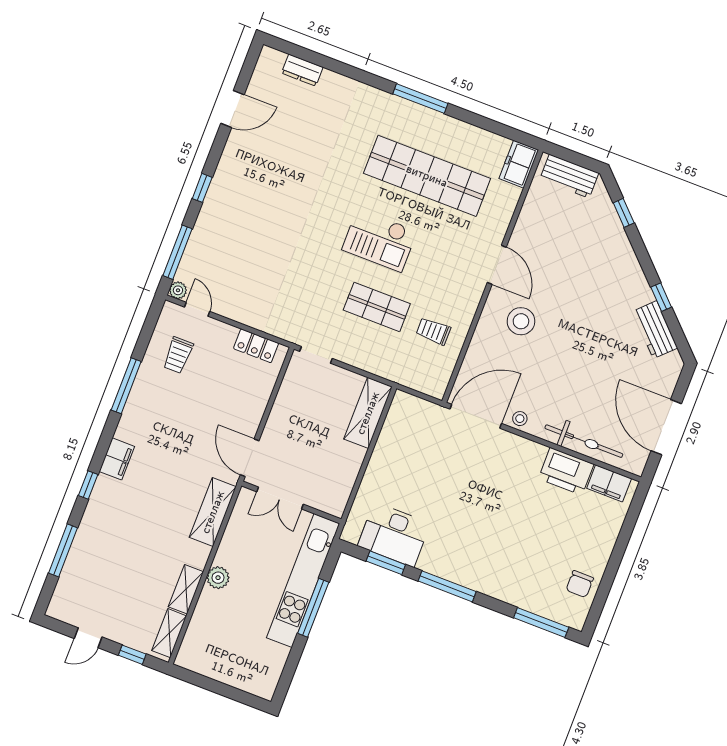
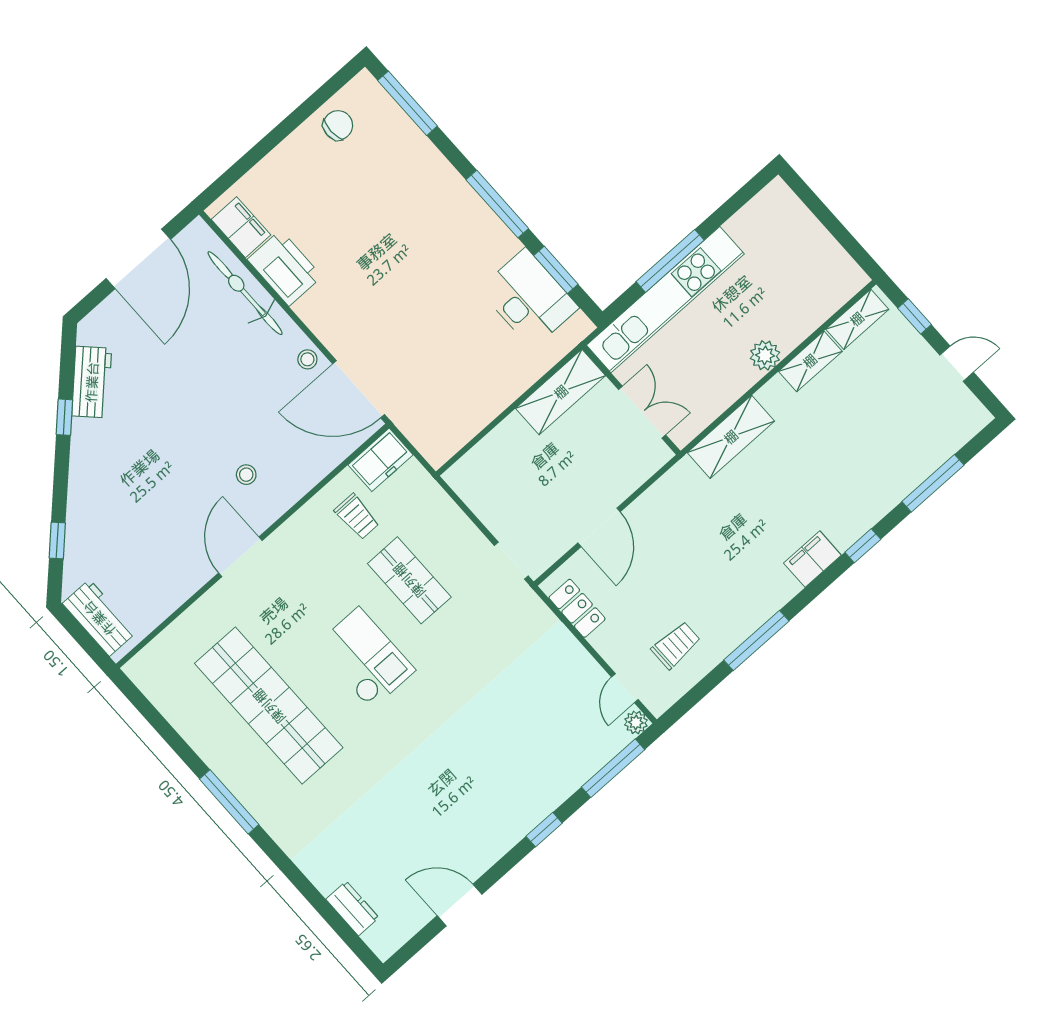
freezer: (519, 164) -> (381, 460), moved
stool: (521, 321) -> (246, 475), width x0.53, depth x0.53
shelving: (368, 413) -> (561, 392), moved
door: (250, 458) -> (599, 527), moved

